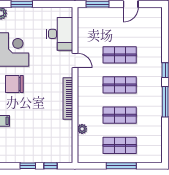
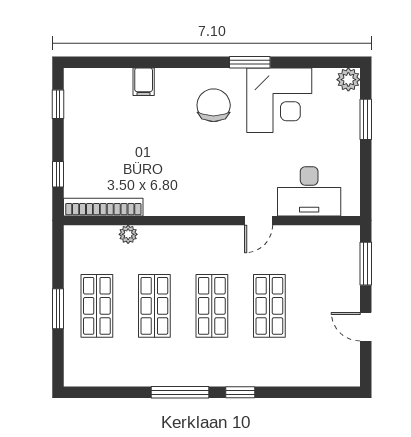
bookcase: (68, 99) -> (103, 207), moved
window: (28, 166) -> (58, 104), moved
window: (121, 166) -> (58, 309), width x0.69

